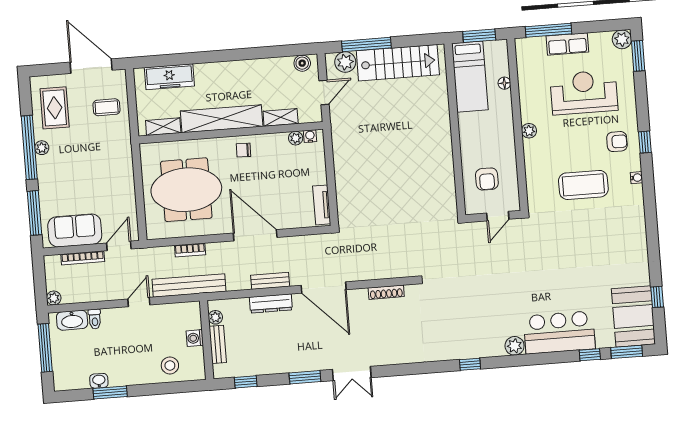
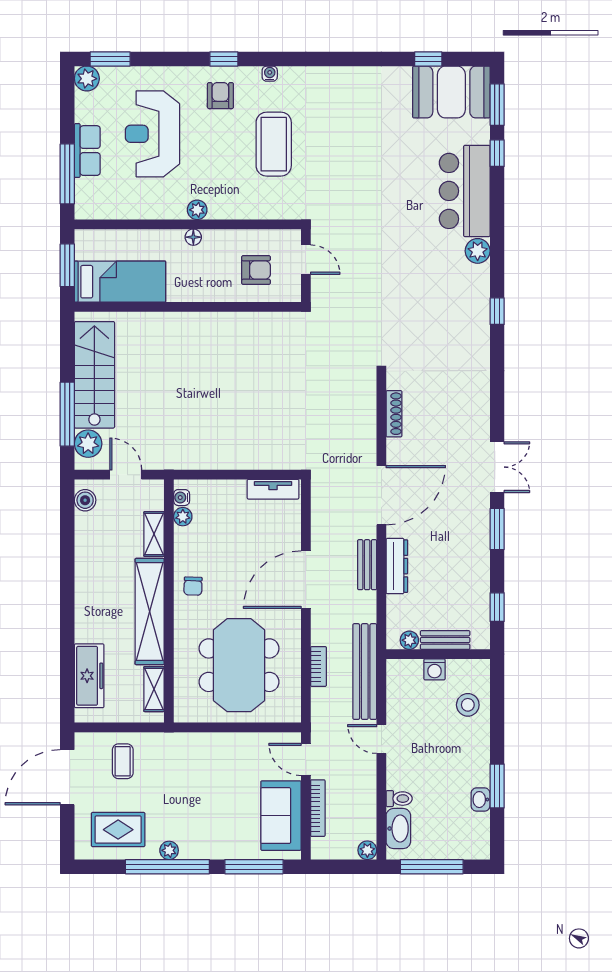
floor lamp: (504, 83) -> (193, 237), moved

